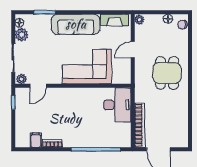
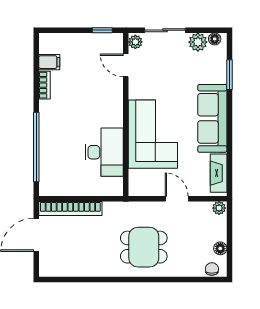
desk: (117, 105) -> (104, 152), moved, turned -90

